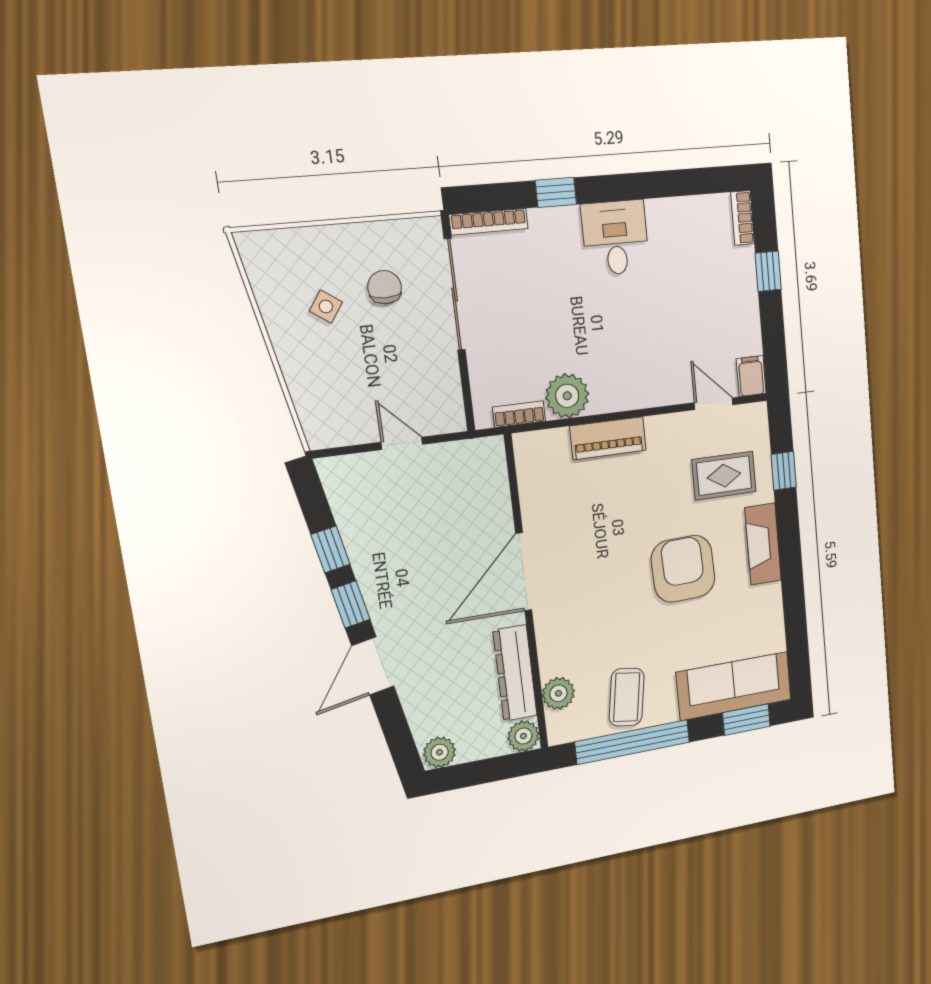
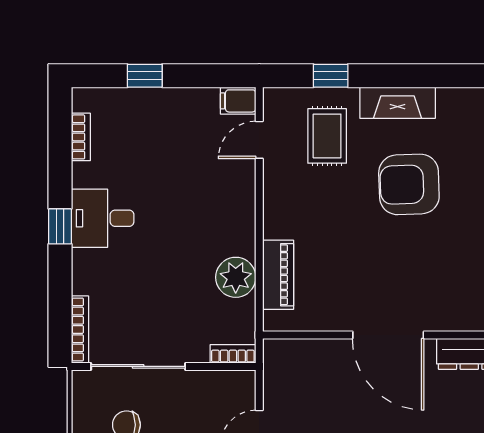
window: (556, 192) -> (60, 226), moved
bookcase: (743, 218) -> (81, 137), moved, turned -90
bookcase: (519, 414) -> (233, 354), moved, turned 90
piano: (608, 438) -> (278, 275), moved

